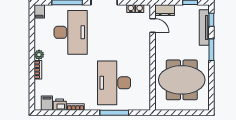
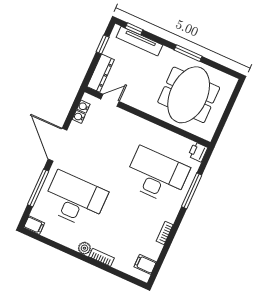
dresser: (165, 10) -> (101, 73), width x1.44
window: (211, 50) -> (188, 53), moved
desk: (114, 83) -> (157, 175), turned 180
printer: (60, 105) -> (198, 152), moved

